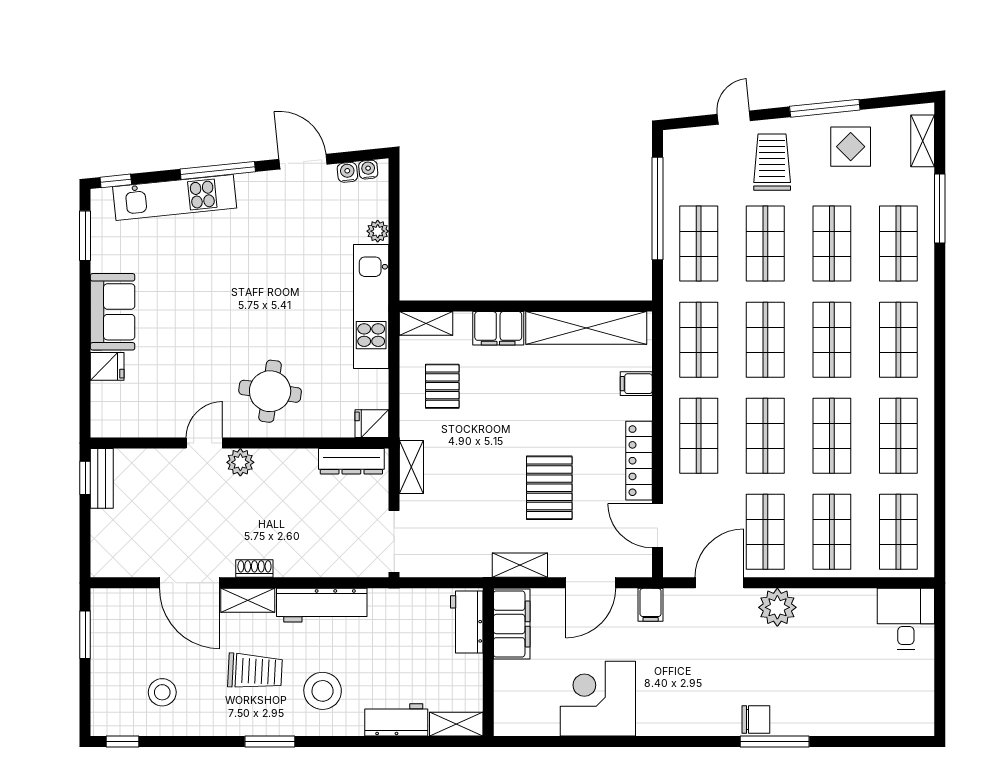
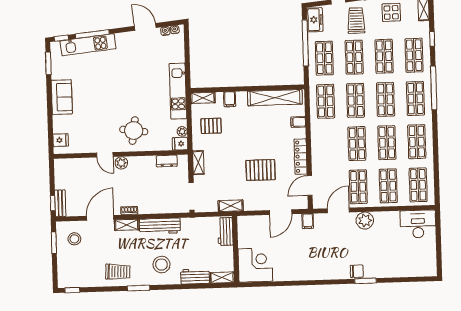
freezer: (680, 157) -> (315, 20), added
window: (218, 170) -> (92, 34), moved
window: (940, 209) -> (432, 39), width x0.46
plant: (378, 231) -> (182, 131), moved
window: (940, 317) -> (434, 88), added
filing cabinet: (498, 328) -> (230, 99), width x0.50
fridge: (107, 366) -> (61, 140), moved
pallet: (442, 386) -> (211, 126), turned 90
shop shelf: (699, 436) -> (327, 145), removed
door: (204, 443) -> (105, 155), swing flipped
dresser: (351, 461) -> (167, 161), width x0.70
window: (85, 478) -> (53, 203), moved
bench: (102, 478) -> (60, 203), moved
pallet: (549, 488) -> (261, 170), turned 90
door: (657, 526) -> (310, 186), hinge flipped
shelving: (520, 565) -> (231, 206), moved
door: (189, 583) -> (100, 218), swing flipped
desk: (906, 619) -> (418, 224), width x1.37
filing cabinet: (512, 624) -> (246, 232), removed
trolley: (255, 671) -> (118, 272), moved
stool: (162, 692) -> (74, 239), moved
corner desk: (598, 699) -> (255, 265), moved, turned 90
window: (775, 741) -> (365, 281), width x0.69

